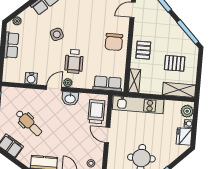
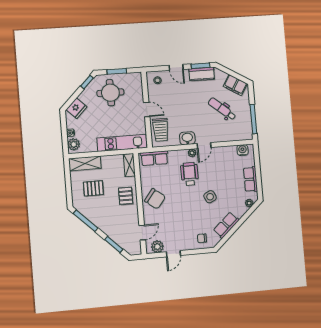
chair: (114, 42) -> (155, 199), turned 128
water cooler: (31, 78) -> (243, 150), moved
fridge: (184, 136) -> (76, 108), moved, turned 45

